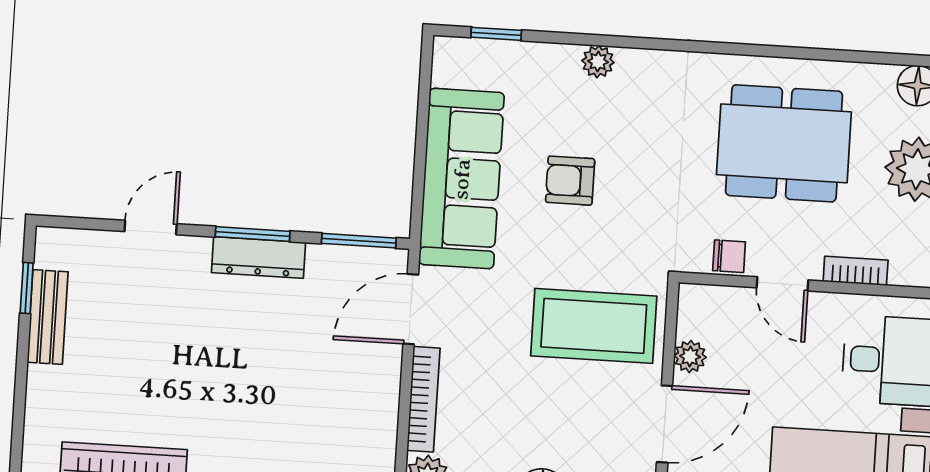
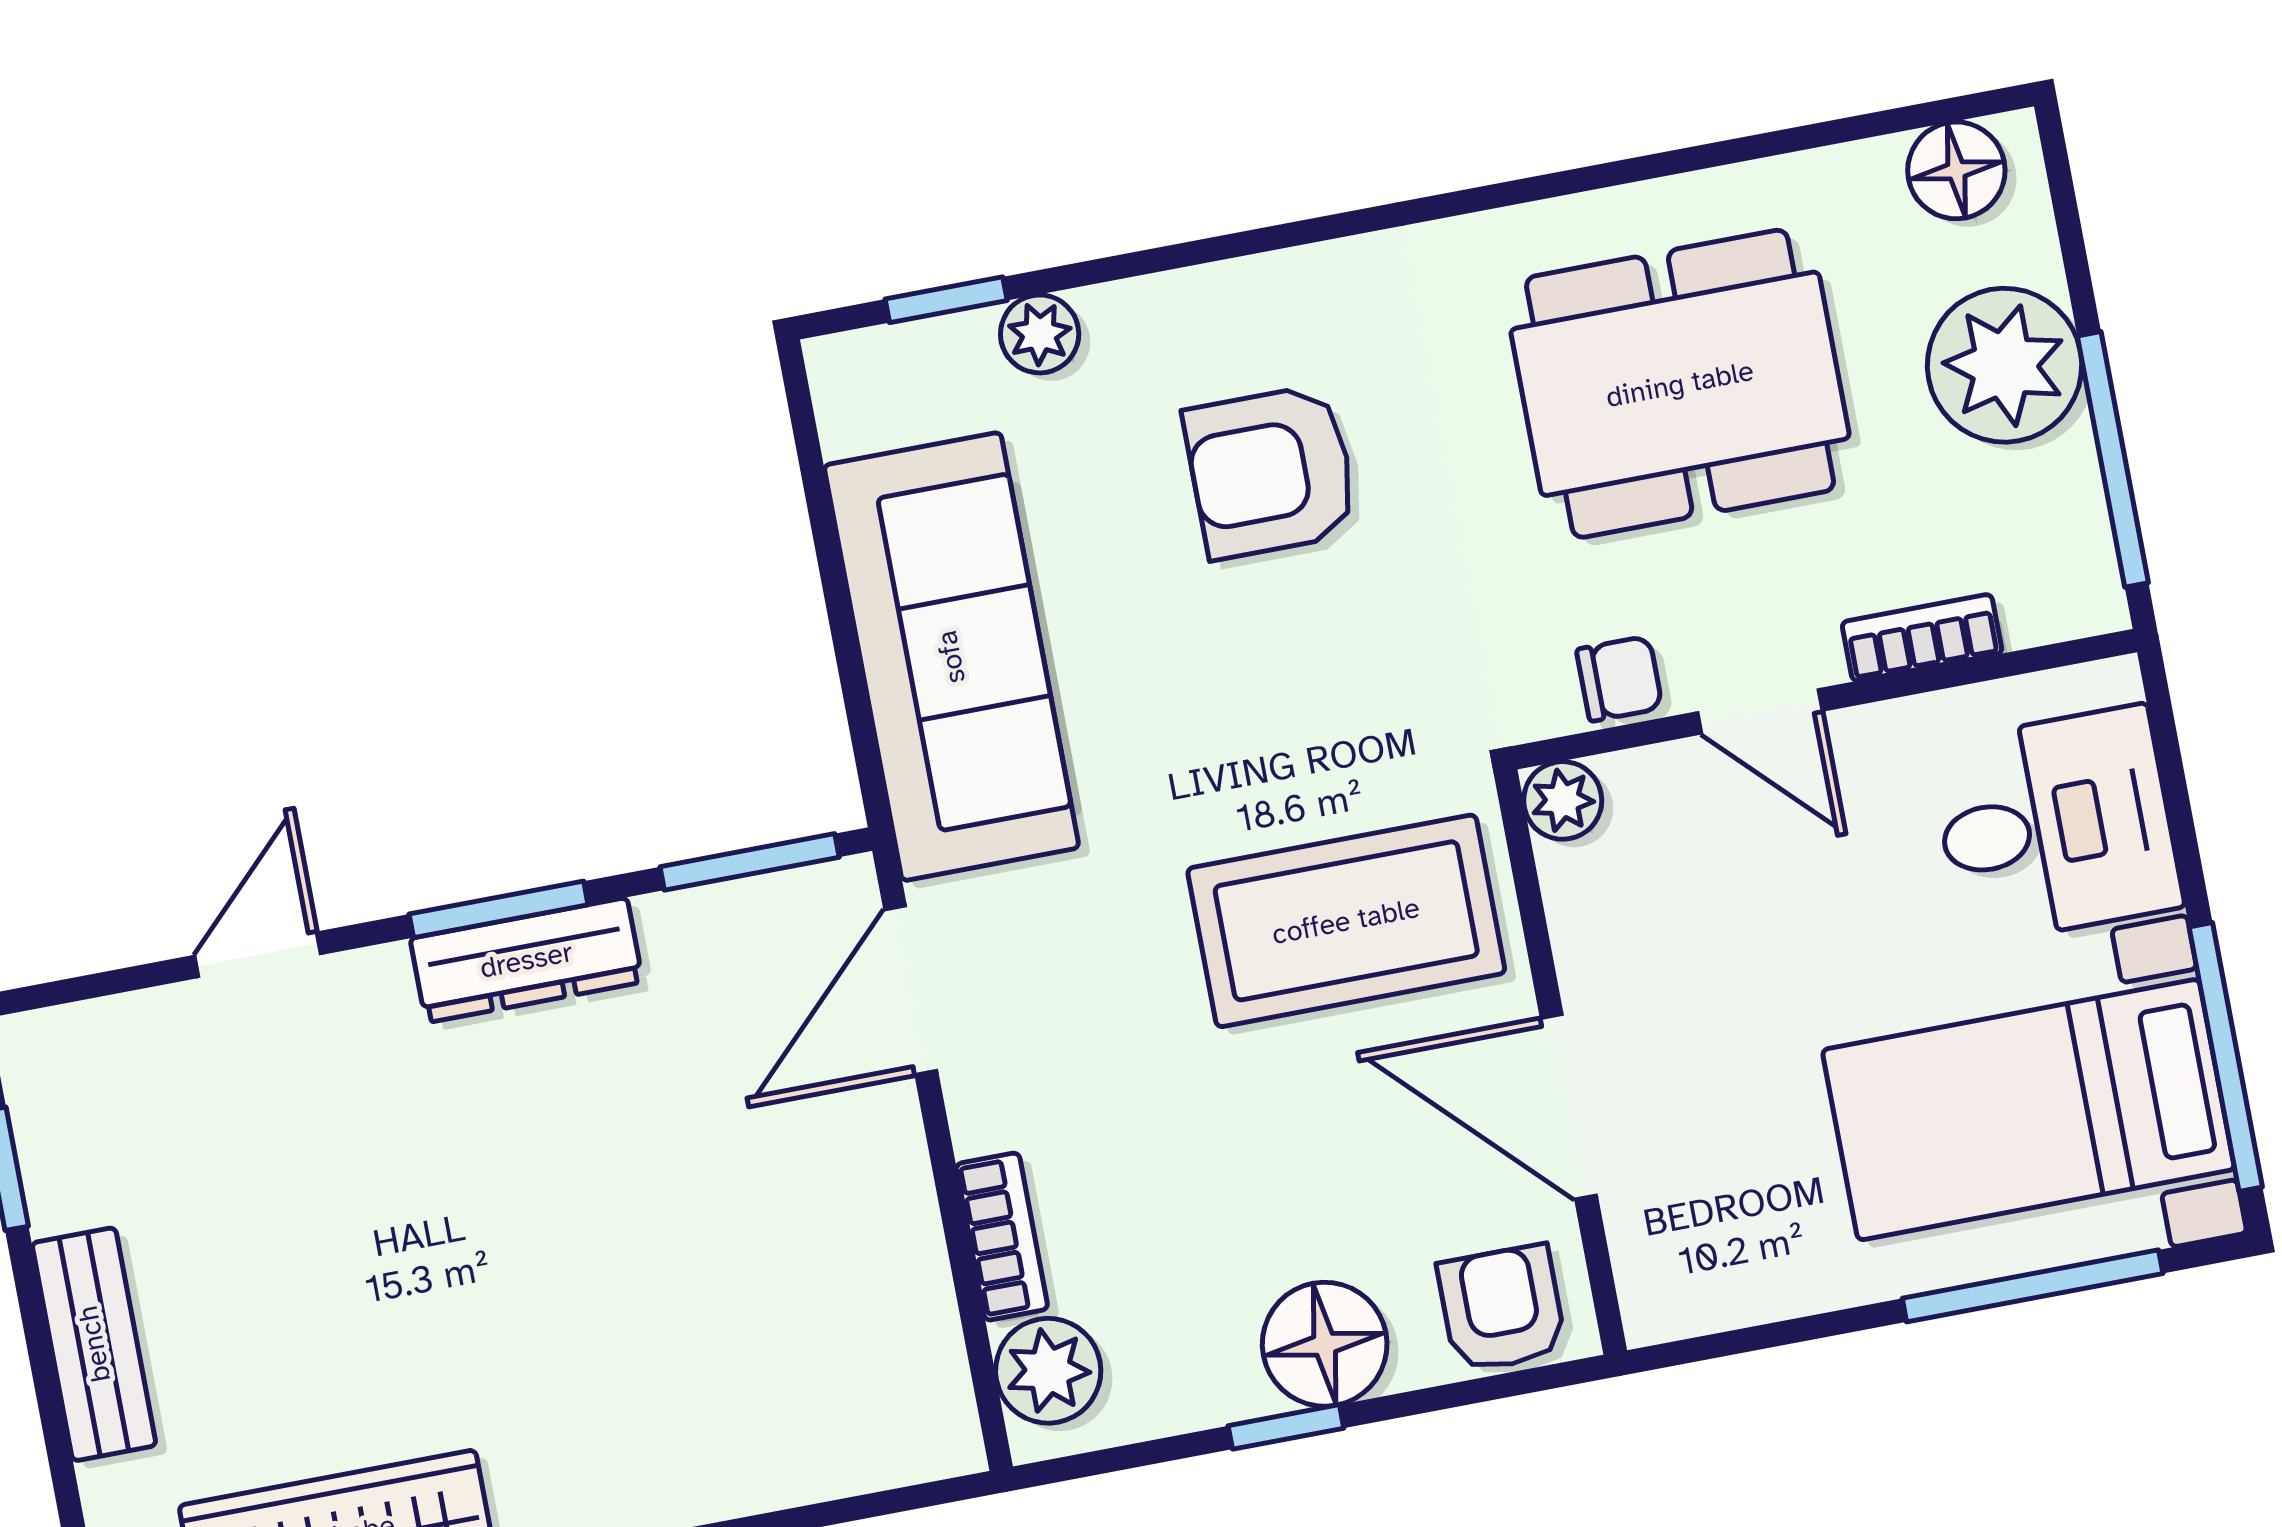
plant: (598, 62) -> (1040, 334), moved
armchair: (570, 181) -> (1271, 472), moved, width x1.38, depth x1.38
bench: (48, 317) -> (94, 1344), moved
plant: (690, 356) -> (1563, 800), moved
bookcase: (423, 399) -> (1002, 1237), width x0.64
door: (665, 424) -> (1569, 1107), swing flipped

